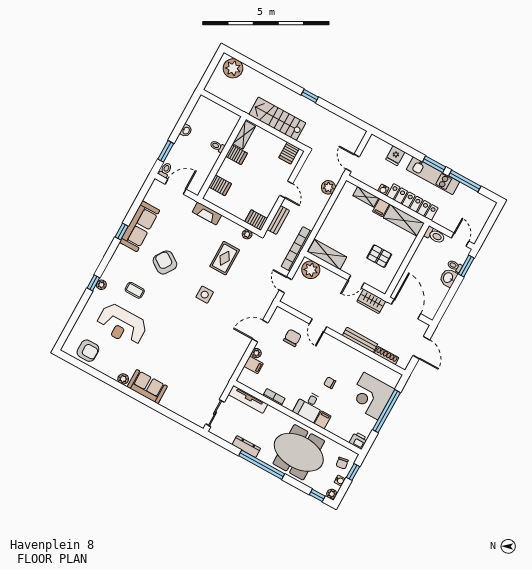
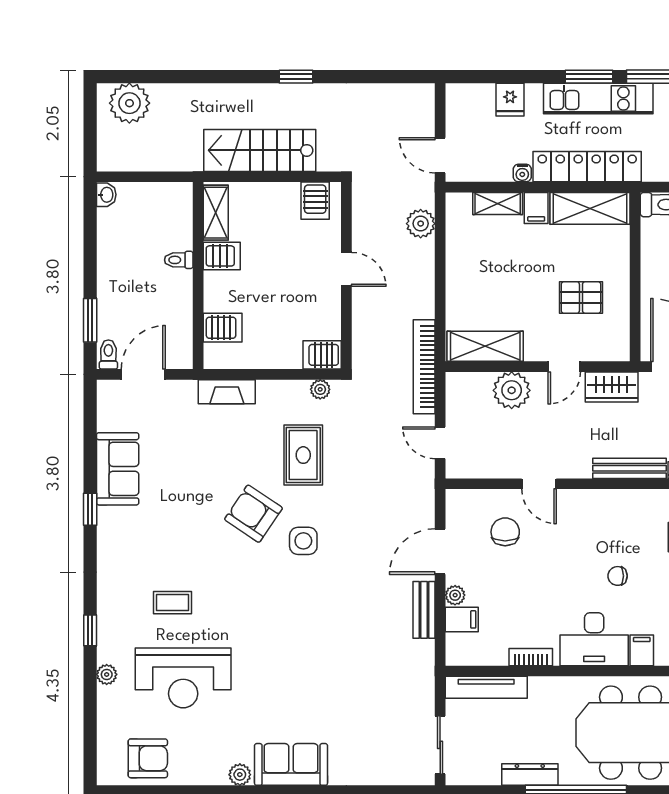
washbasin: (186, 131) -> (106, 195), moved
bench: (278, 220) -> (424, 610), moved
sofa: (140, 226) -> (118, 469), width x0.73
armchair: (165, 262) -> (253, 514), moved
plant: (311, 270) -> (512, 390), moved
plant: (101, 285) -> (107, 674), moved
desk: (309, 406) -> (594, 639), width x1.37

